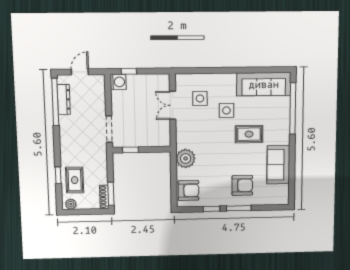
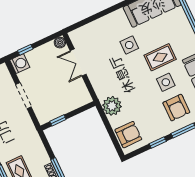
boiler: (164, 79) -> (60, 43), added
side table: (200, 98) -> (166, 82), moved
doorway: (109, 129) -> (23, 96), moved
armchair: (242, 185) -> (176, 108), turned 90

